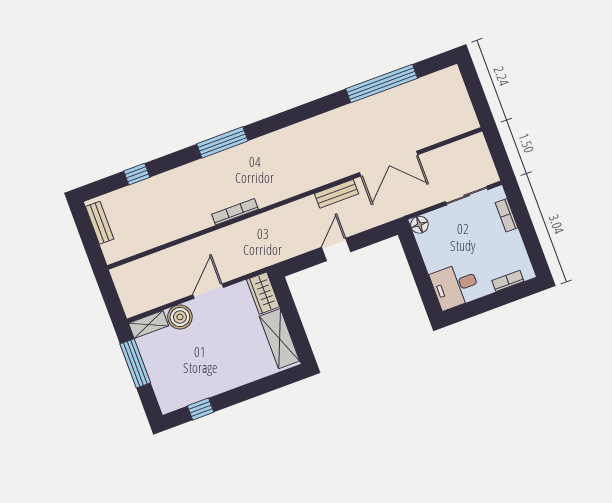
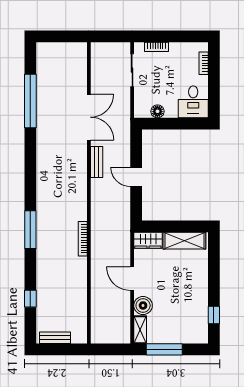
floor lamp: (419, 225) -> (157, 111), moved

